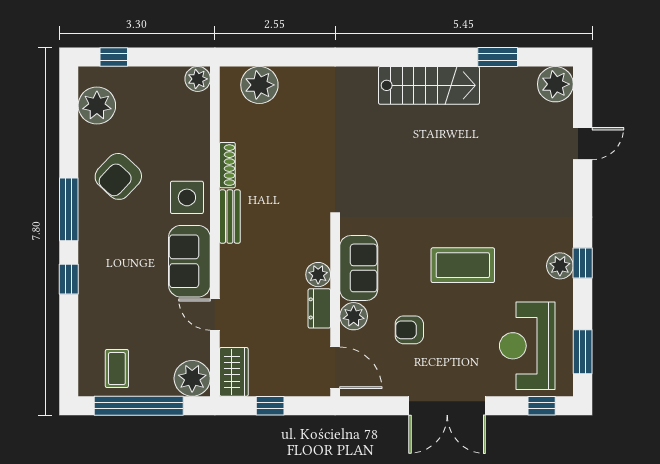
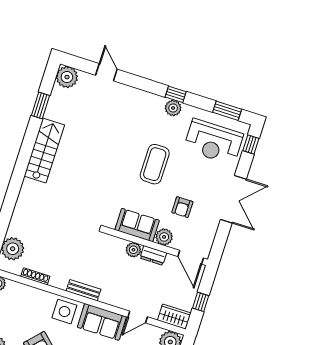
shoe rack: (227, 165) -> (35, 276), moved
door: (335, 368) -> (191, 257), swing flipped

